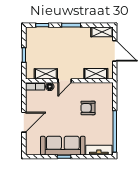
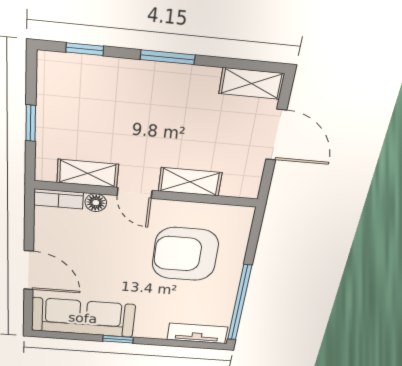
shelving: (96, 74) -> (190, 182), moved
door: (65, 81) -> (135, 193), hinge flipped
armchair: (88, 108) -> (185, 254), width x1.88, depth x1.88
door: (24, 122) -> (29, 270), hinge flipped
sofa: (63, 146) -> (83, 318), moved

